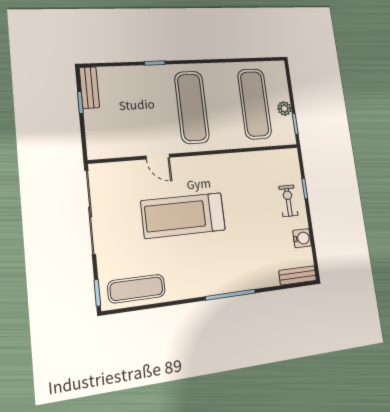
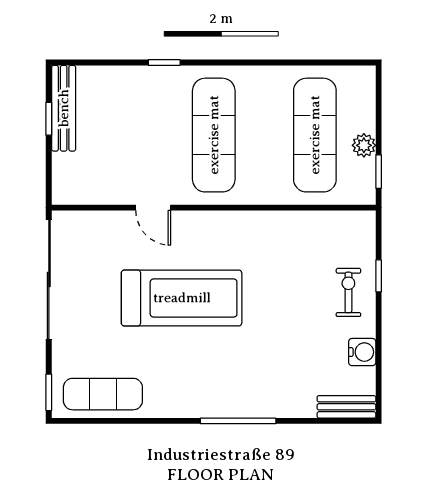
bench: (89, 88) -> (64, 108), width x1.36
treadmill: (183, 215) -> (182, 298), turned 180

